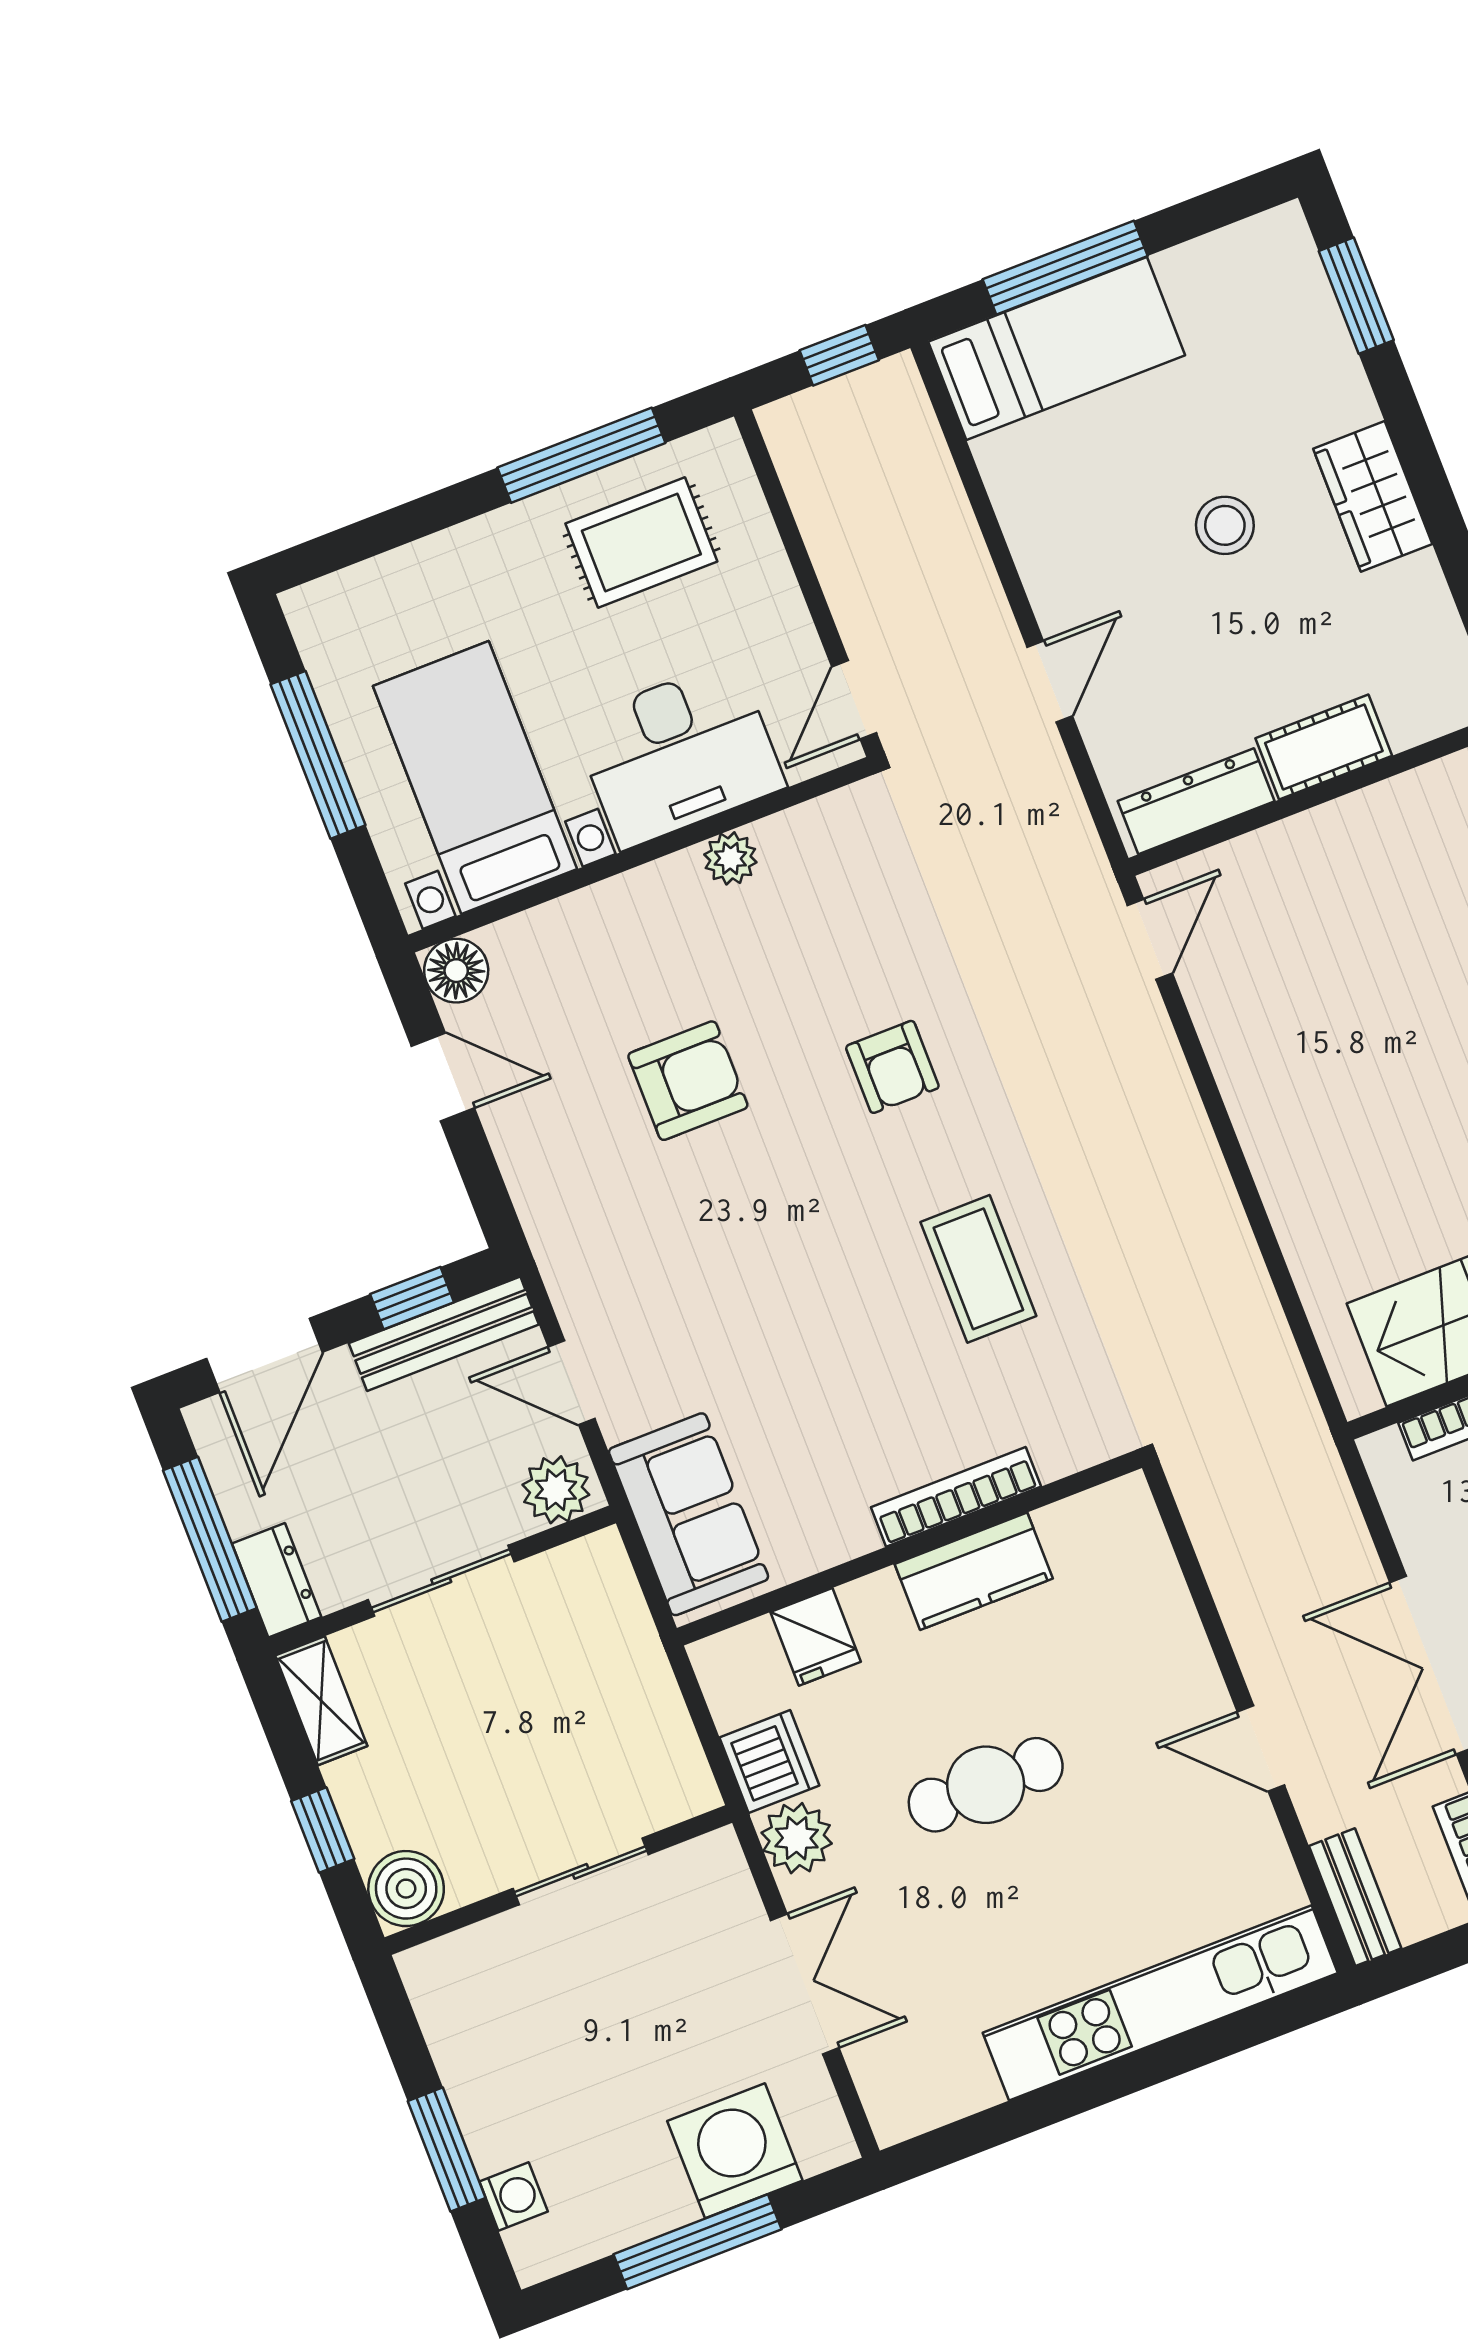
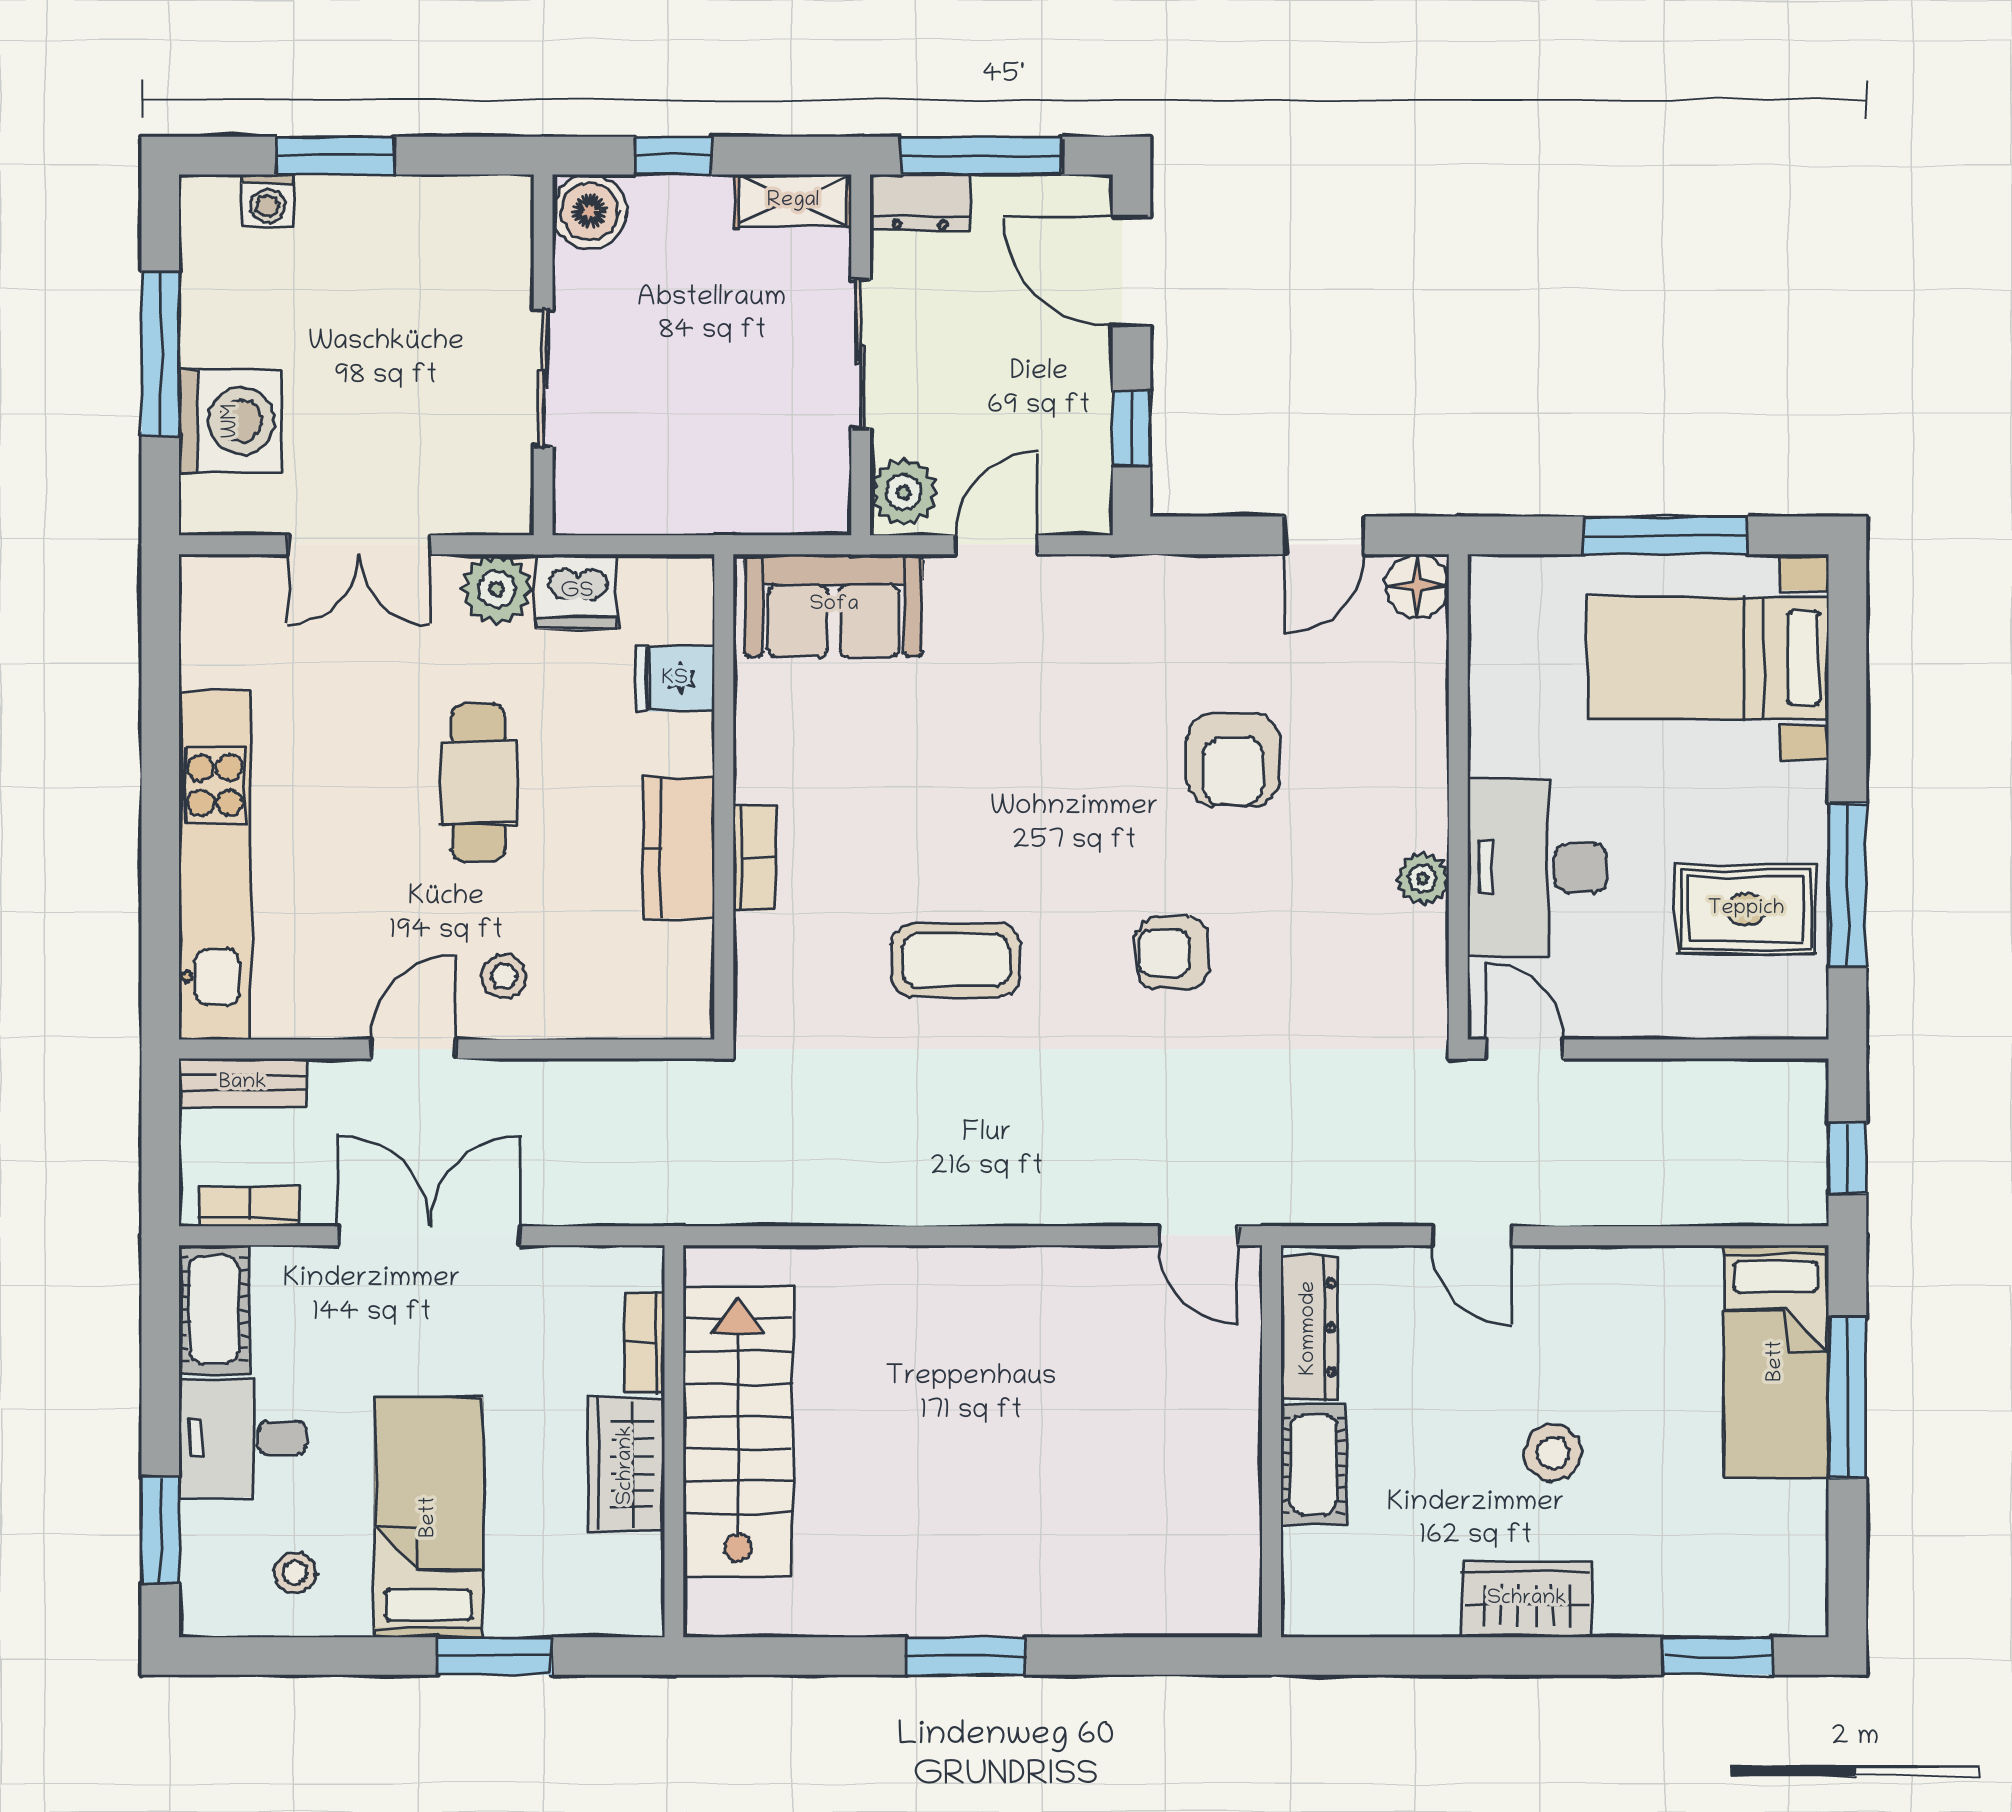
rug: (641, 543) -> (1746, 909), turned 90
bed with nightstands: (475, 778) -> (1708, 658), moved, turned 180
bench: (444, 1334) -> (1087, 444), removed
bookcase: (956, 1497) -> (754, 858), width x0.64
stool: (1159, 1690) -> (504, 976), added

